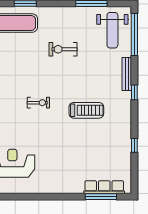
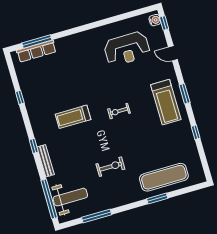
weight bench: (112, 30) -> (70, 197), turned 90

